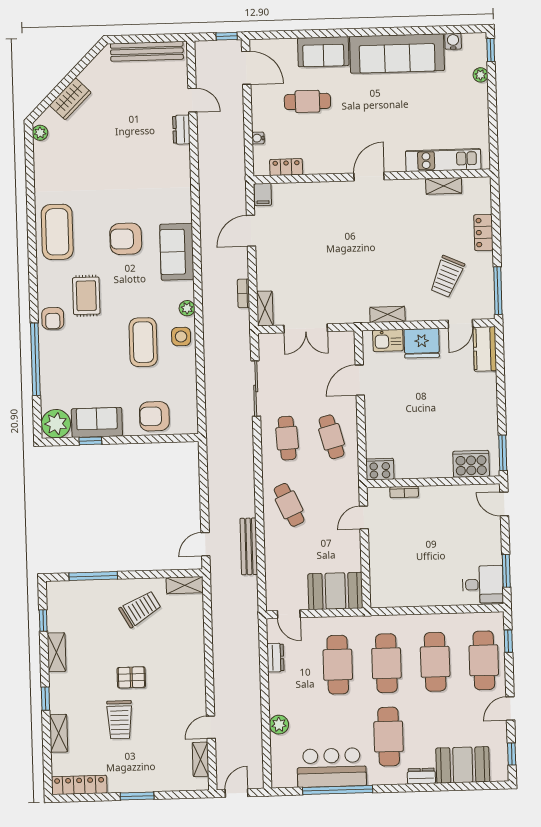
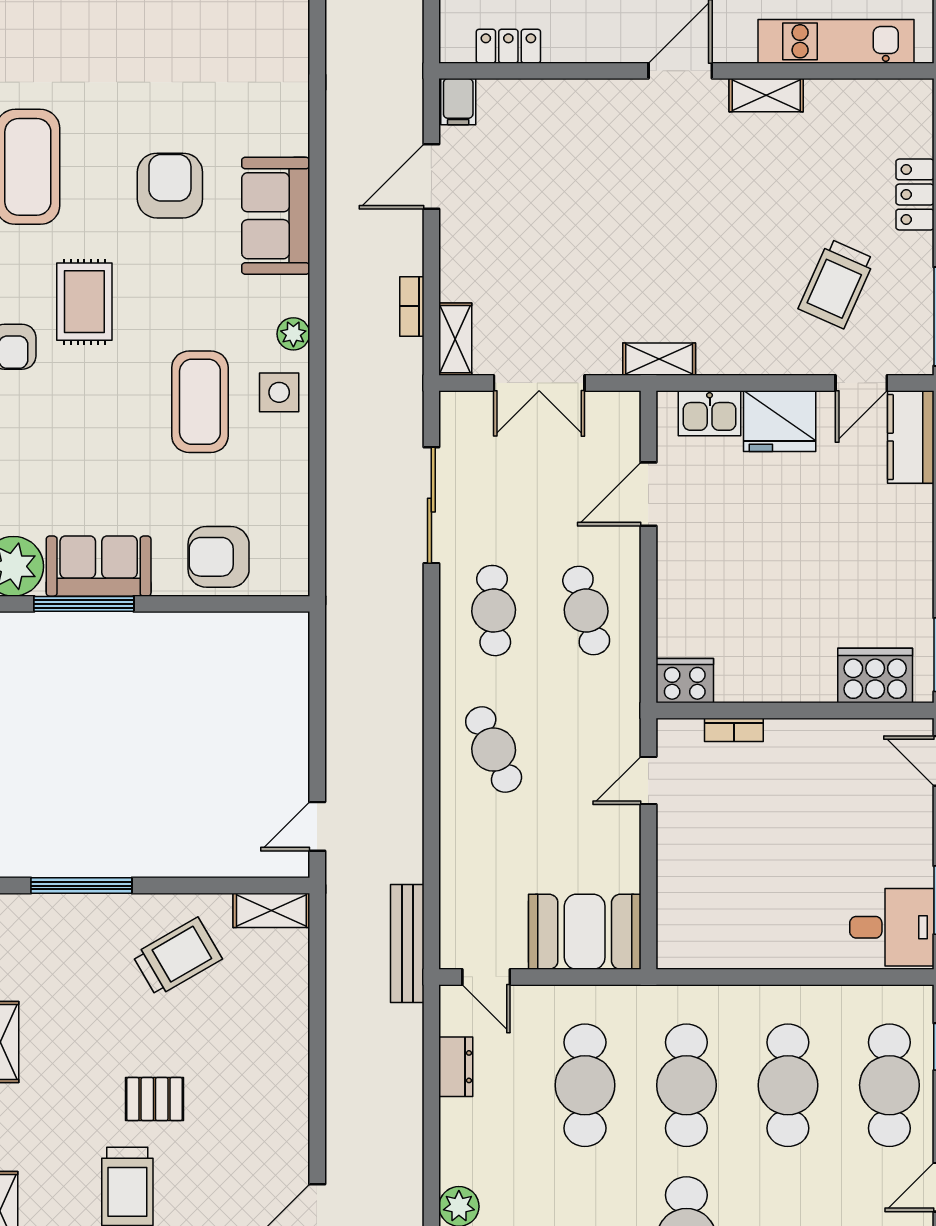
shelving: (444, 186) -> (766, 95), moved
armchair: (126, 239) -> (170, 186), turned 90
shelving: (387, 314) -> (659, 359), moved
window: (90, 441) -> (84, 604), width x2.17
bench: (249, 546) -> (407, 943), moved

